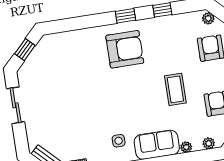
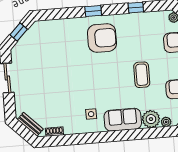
window: (125, 16) -> (93, 11), moved
plant: (186, 147) -> (151, 119), width x1.88, depth x1.88

